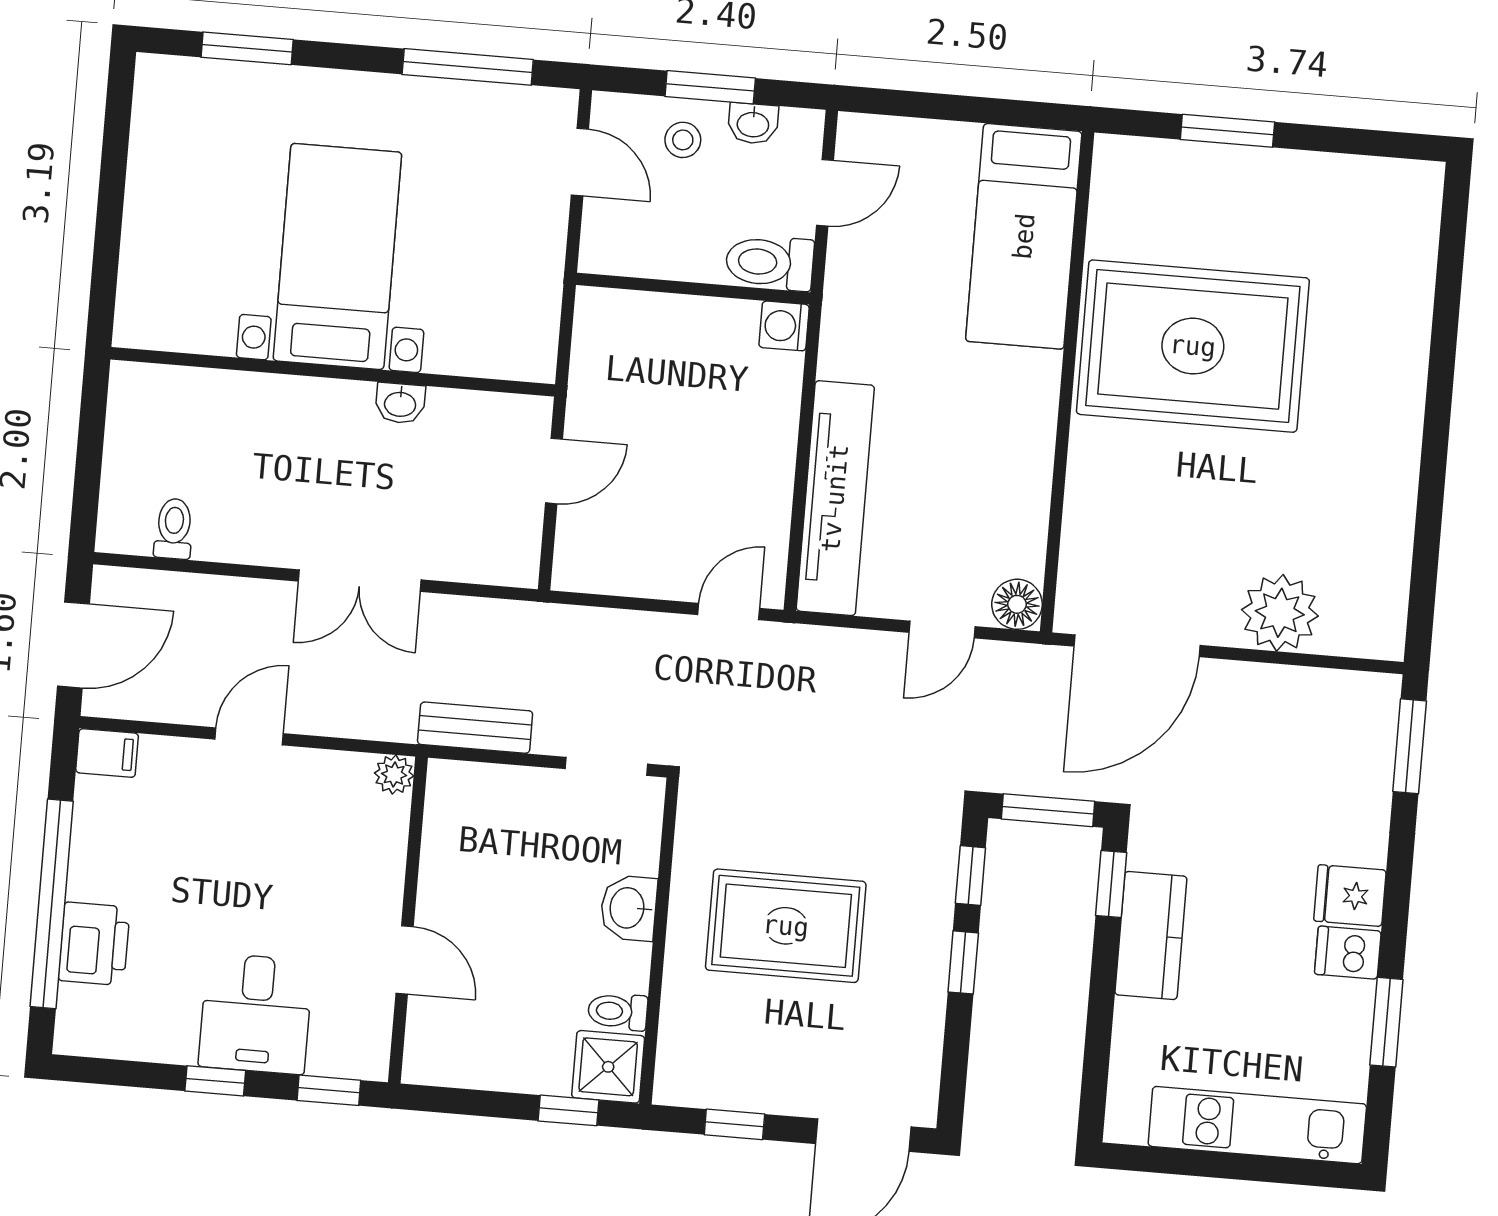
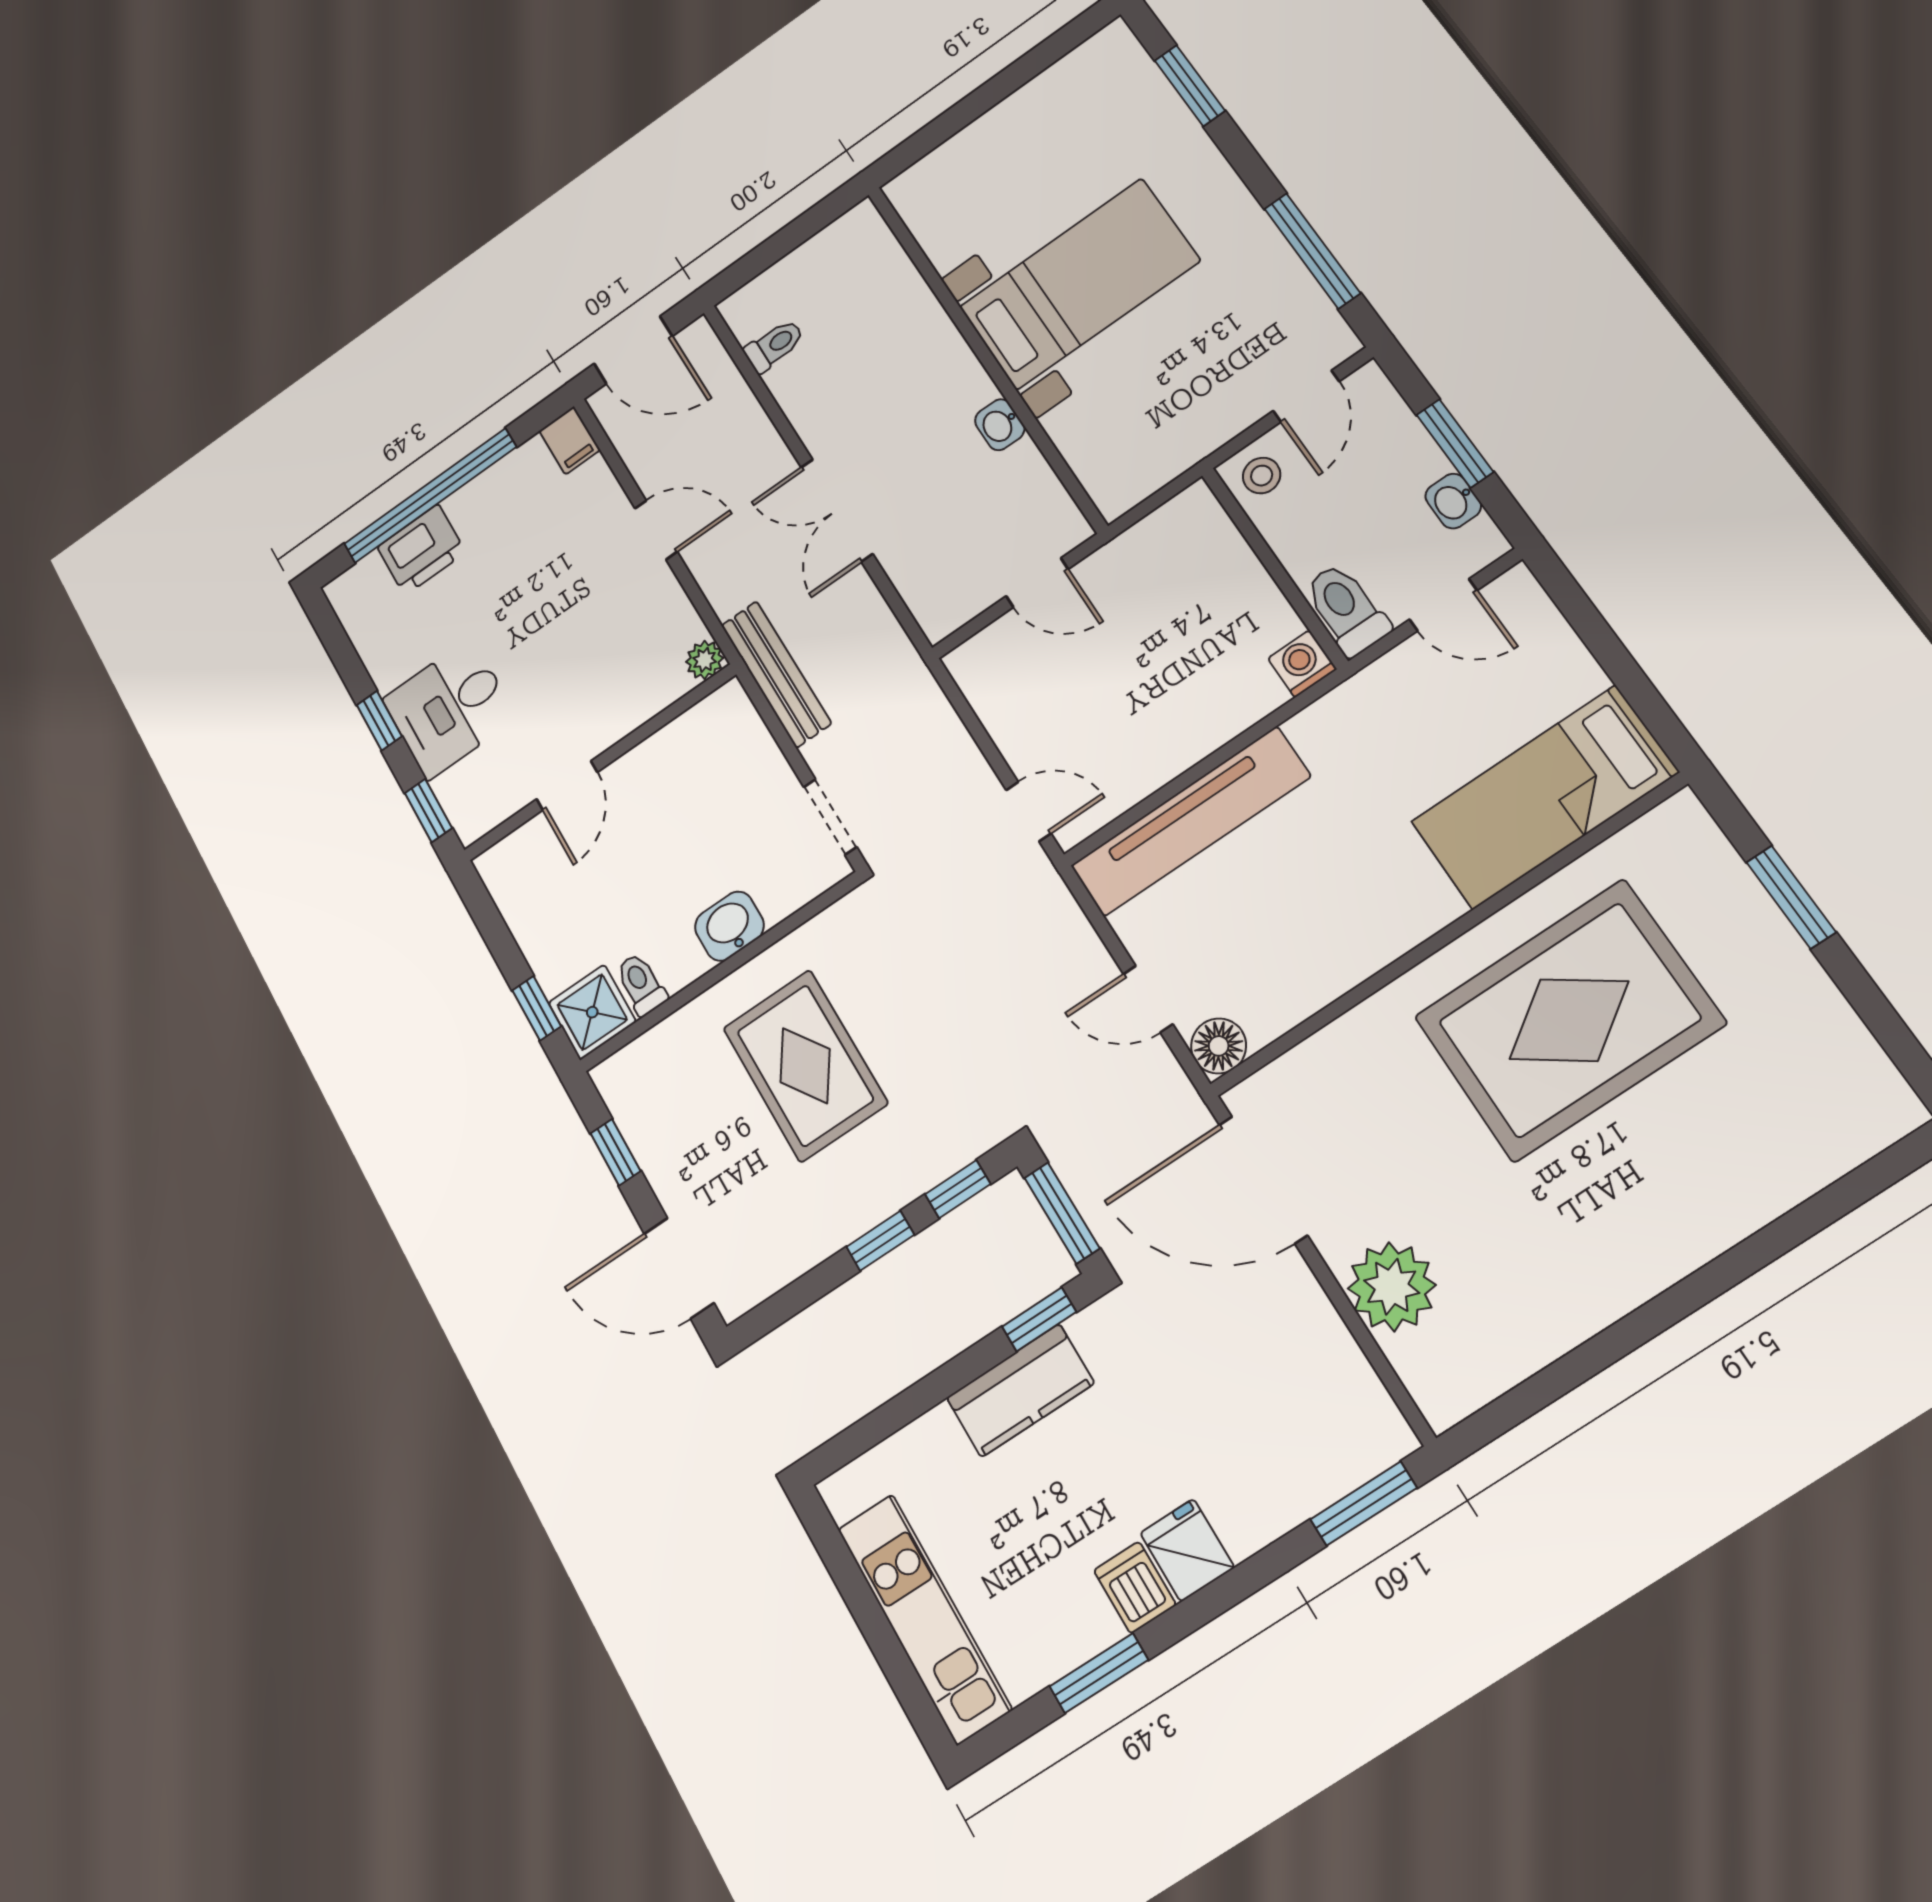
stool: (683, 140) -> (1262, 476), moved
rug: (1193, 346) -> (1569, 1020), turned 90
bench: (475, 728) -> (776, 674), width x1.36

